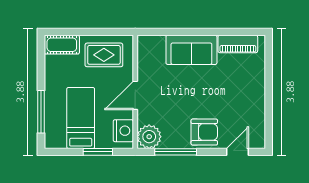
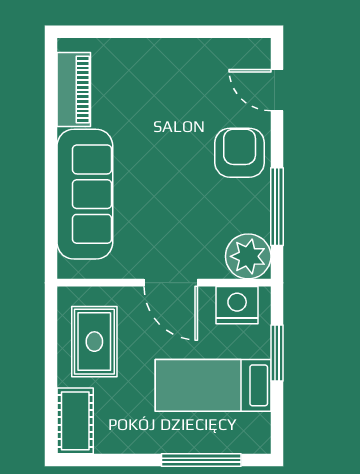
sofa: (191, 50) -> (85, 194), width x1.36

